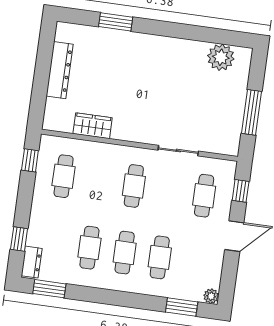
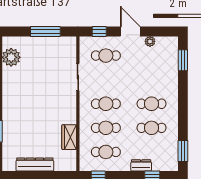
cafe table: (160, 257) -> (106, 128), moved
dresser: (32, 262) -> (141, 165), moved
plant: (211, 296) -> (150, 41), moved

